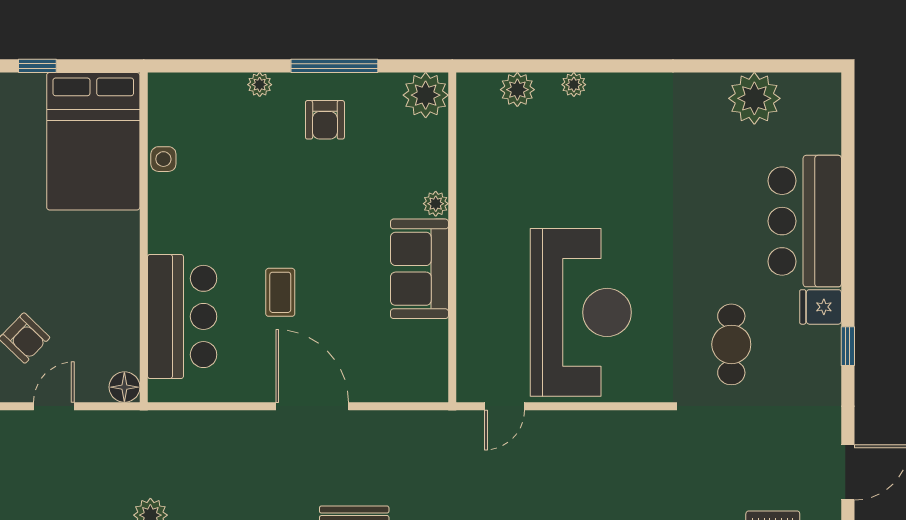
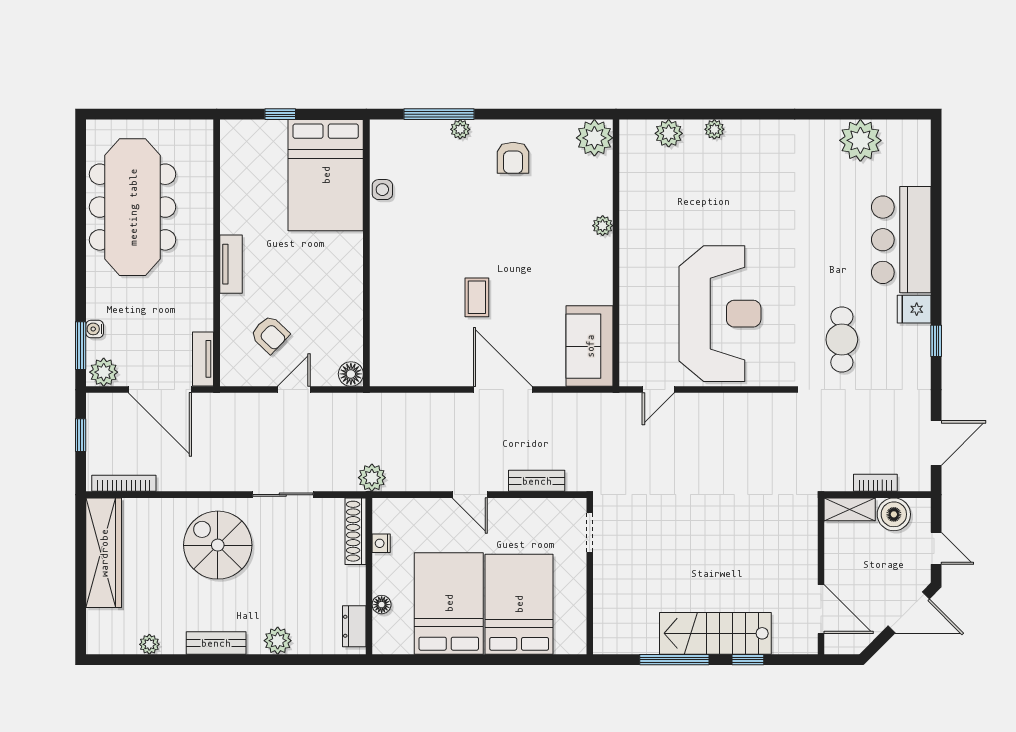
window: (334, 66) -> (439, 114), moved
sofa: (419, 269) -> (590, 346), moved
bar counter: (182, 316) -> (397, 317), removed

